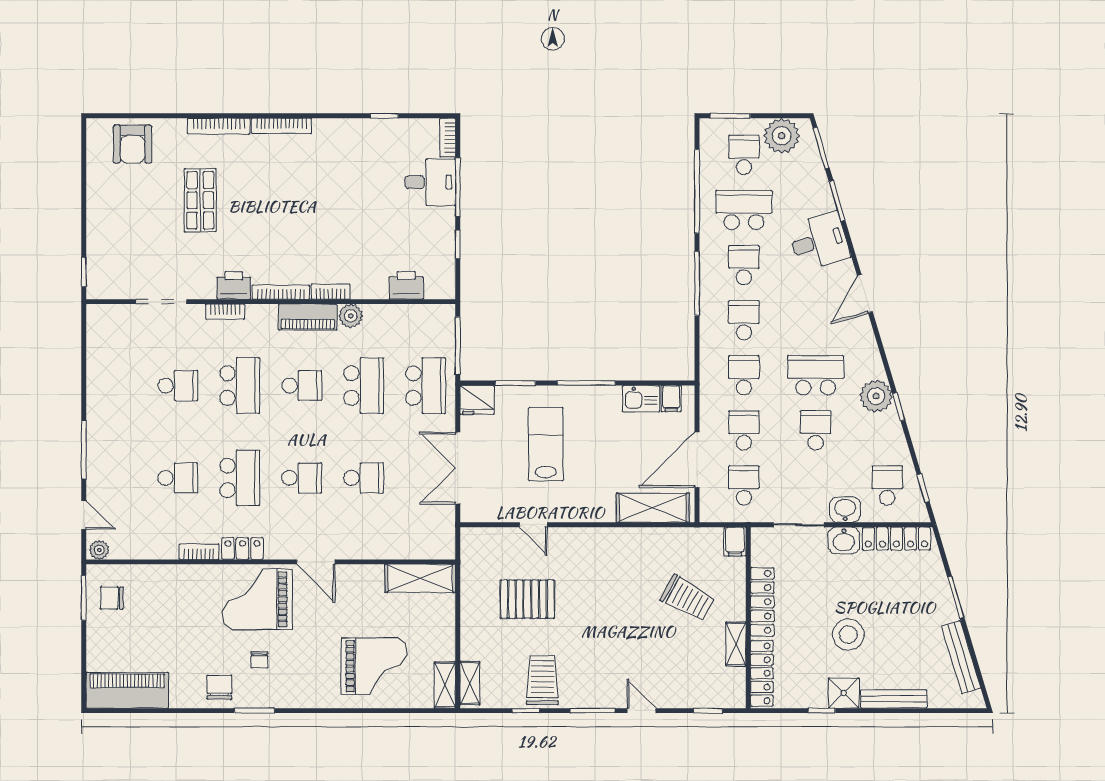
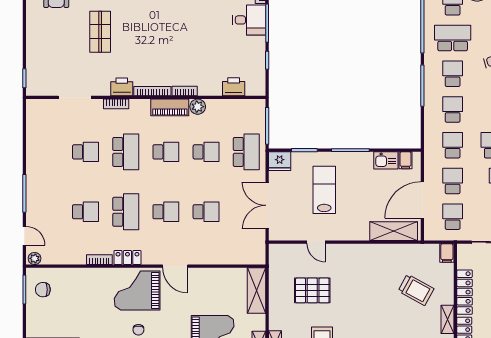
school desk: (364, 386) -> (206, 152), width x0.54
shelving: (420, 578) -> (256, 291), moved, turned 90

